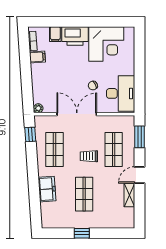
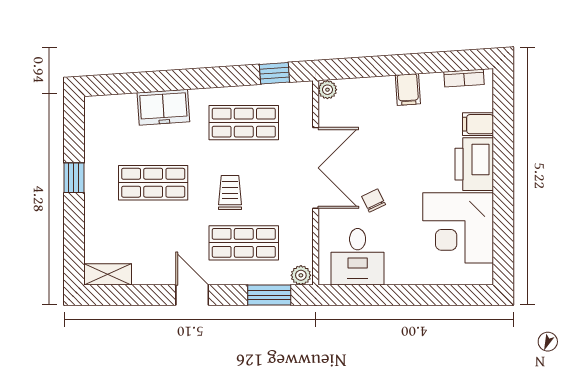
filing cabinet: (37, 57) -> (408, 89), moved
desk: (121, 93) -> (358, 257), width x0.73
plant: (130, 121) -> (301, 275), added
shelving: (129, 195) -> (108, 274), moved

